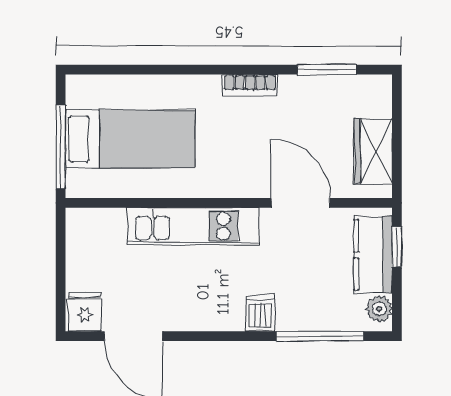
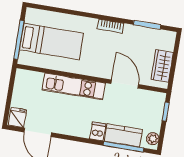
kitchen counter: (373, 255) -> (123, 135), moved, turned 90

